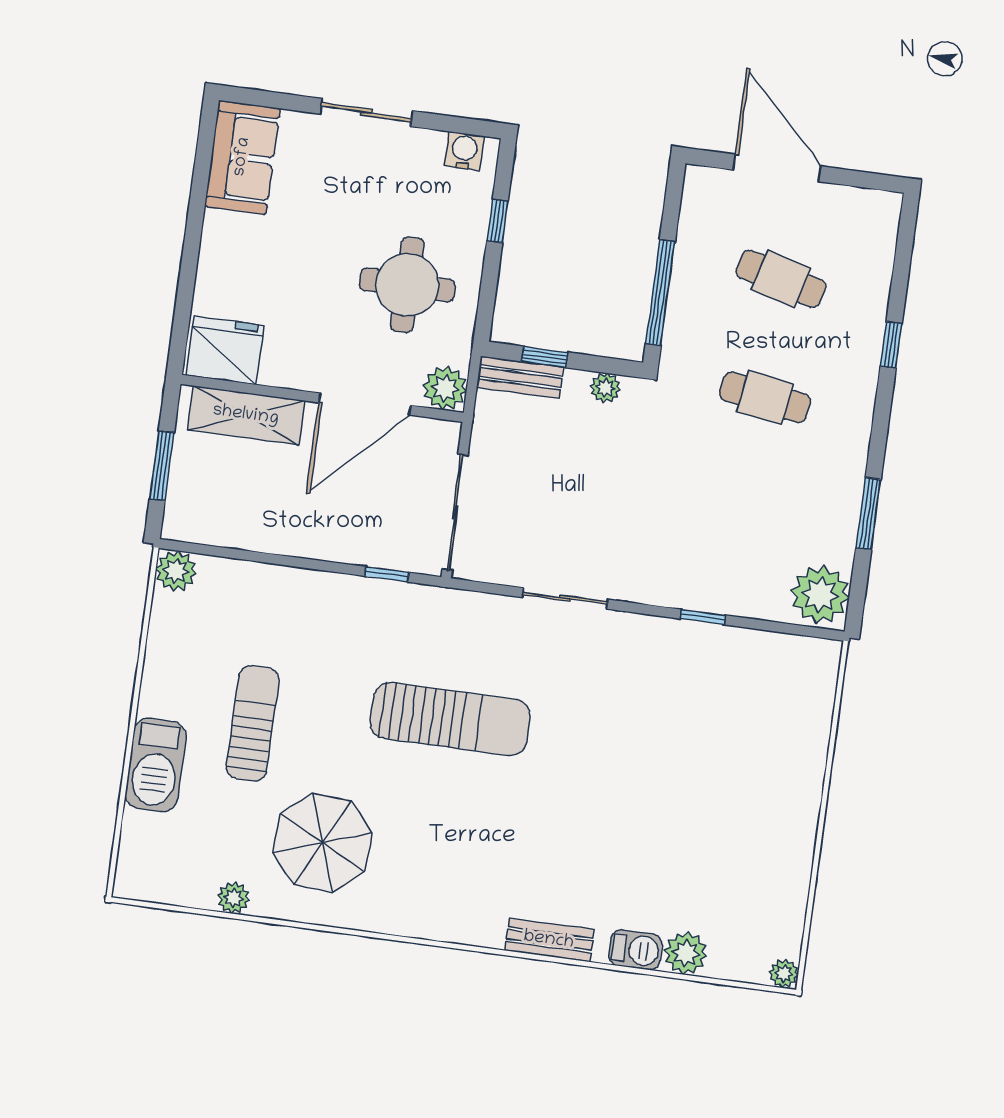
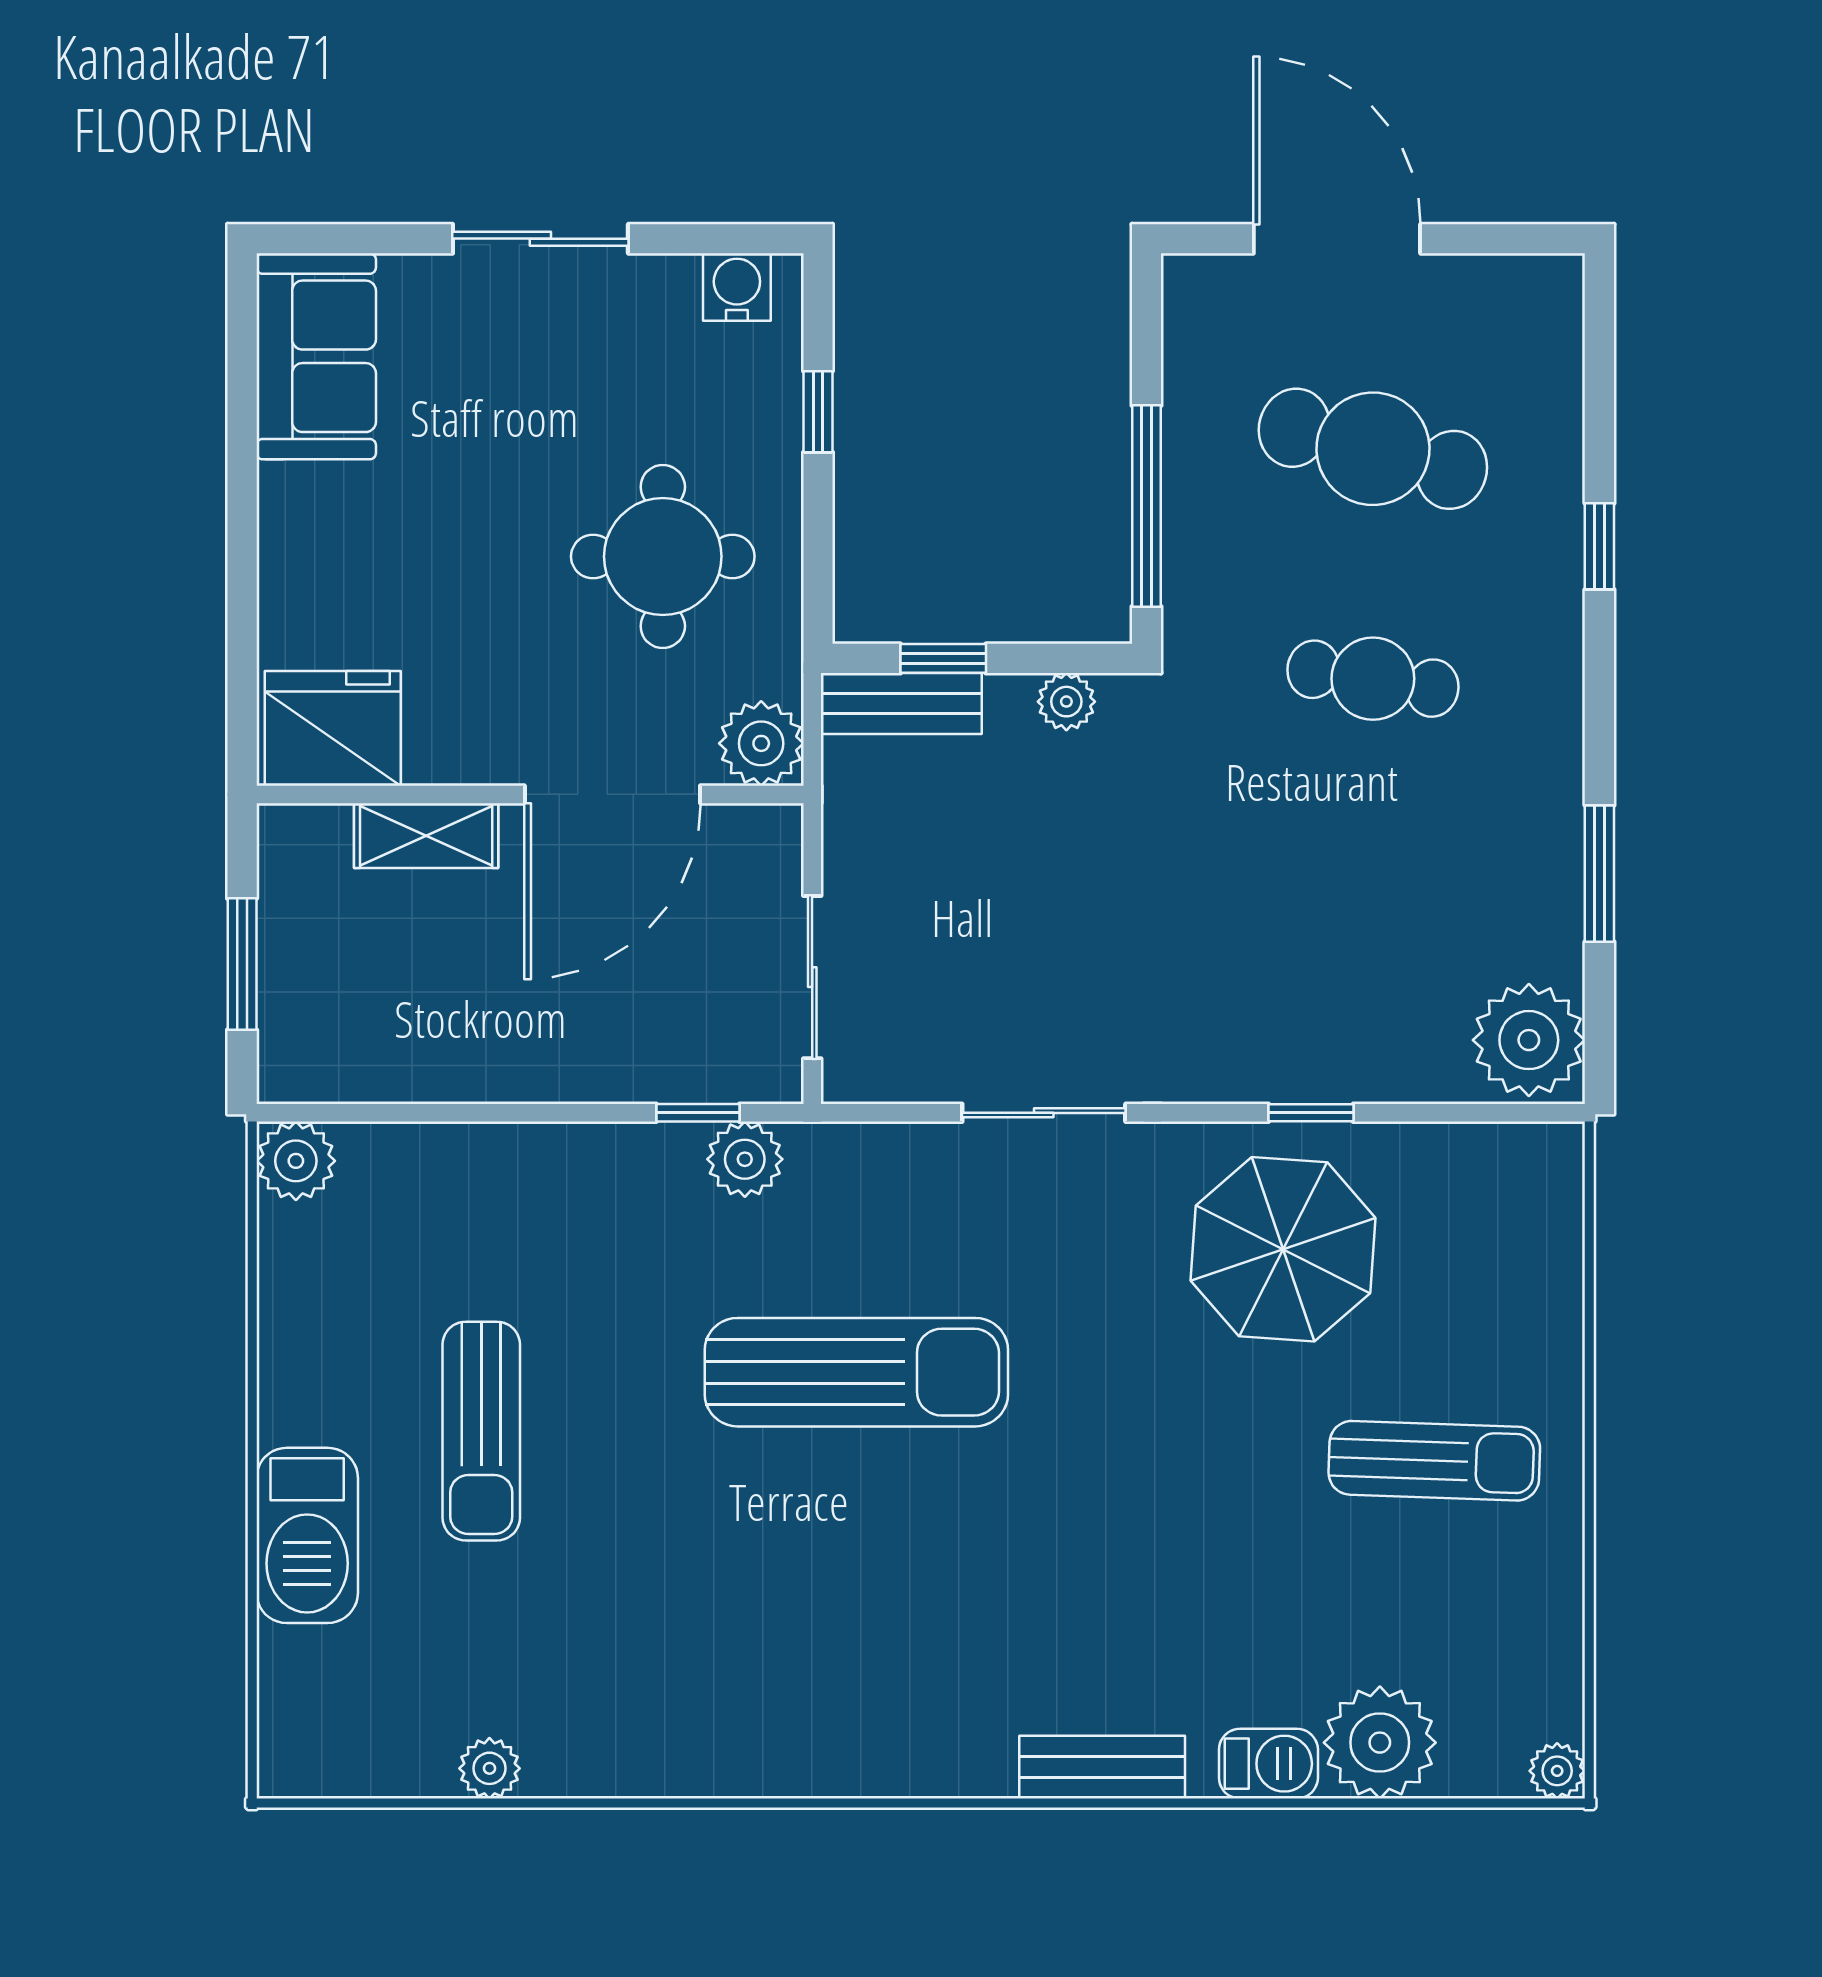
cafe table: (781, 279) -> (1373, 449), width x1.37, depth x1.35
shelving: (246, 415) -> (426, 836), width x0.67, depth x0.75
sliding door: (455, 512) -> (812, 977), width x0.73
plant: (408, 601) -> (745, 1159), added
sun lounger: (253, 723) -> (481, 1431), turned 180
sun lounger: (742, 805) -> (1434, 1461), added
parasol: (322, 843) -> (1283, 1249), moved
plant: (686, 953) -> (1380, 1743), width x1.36, depth x1.36

